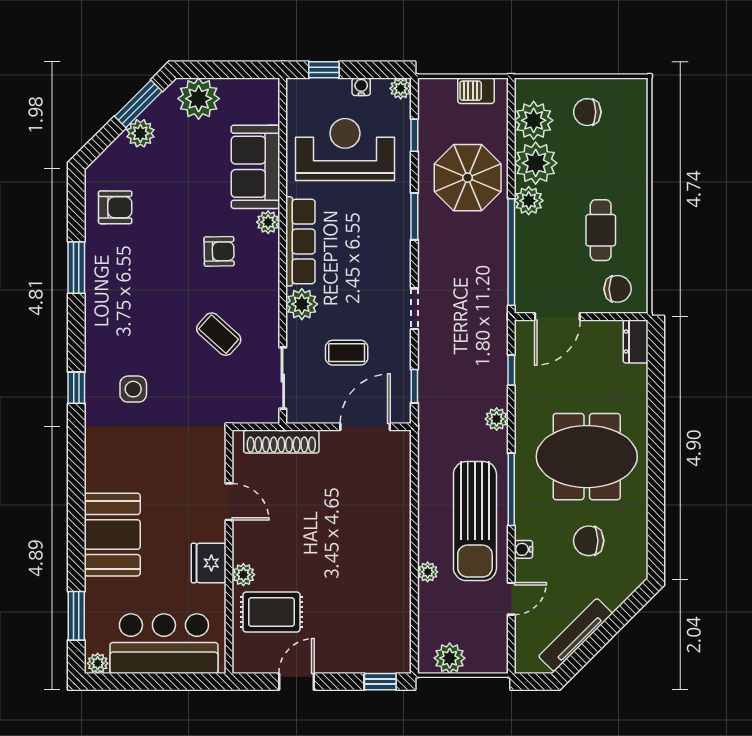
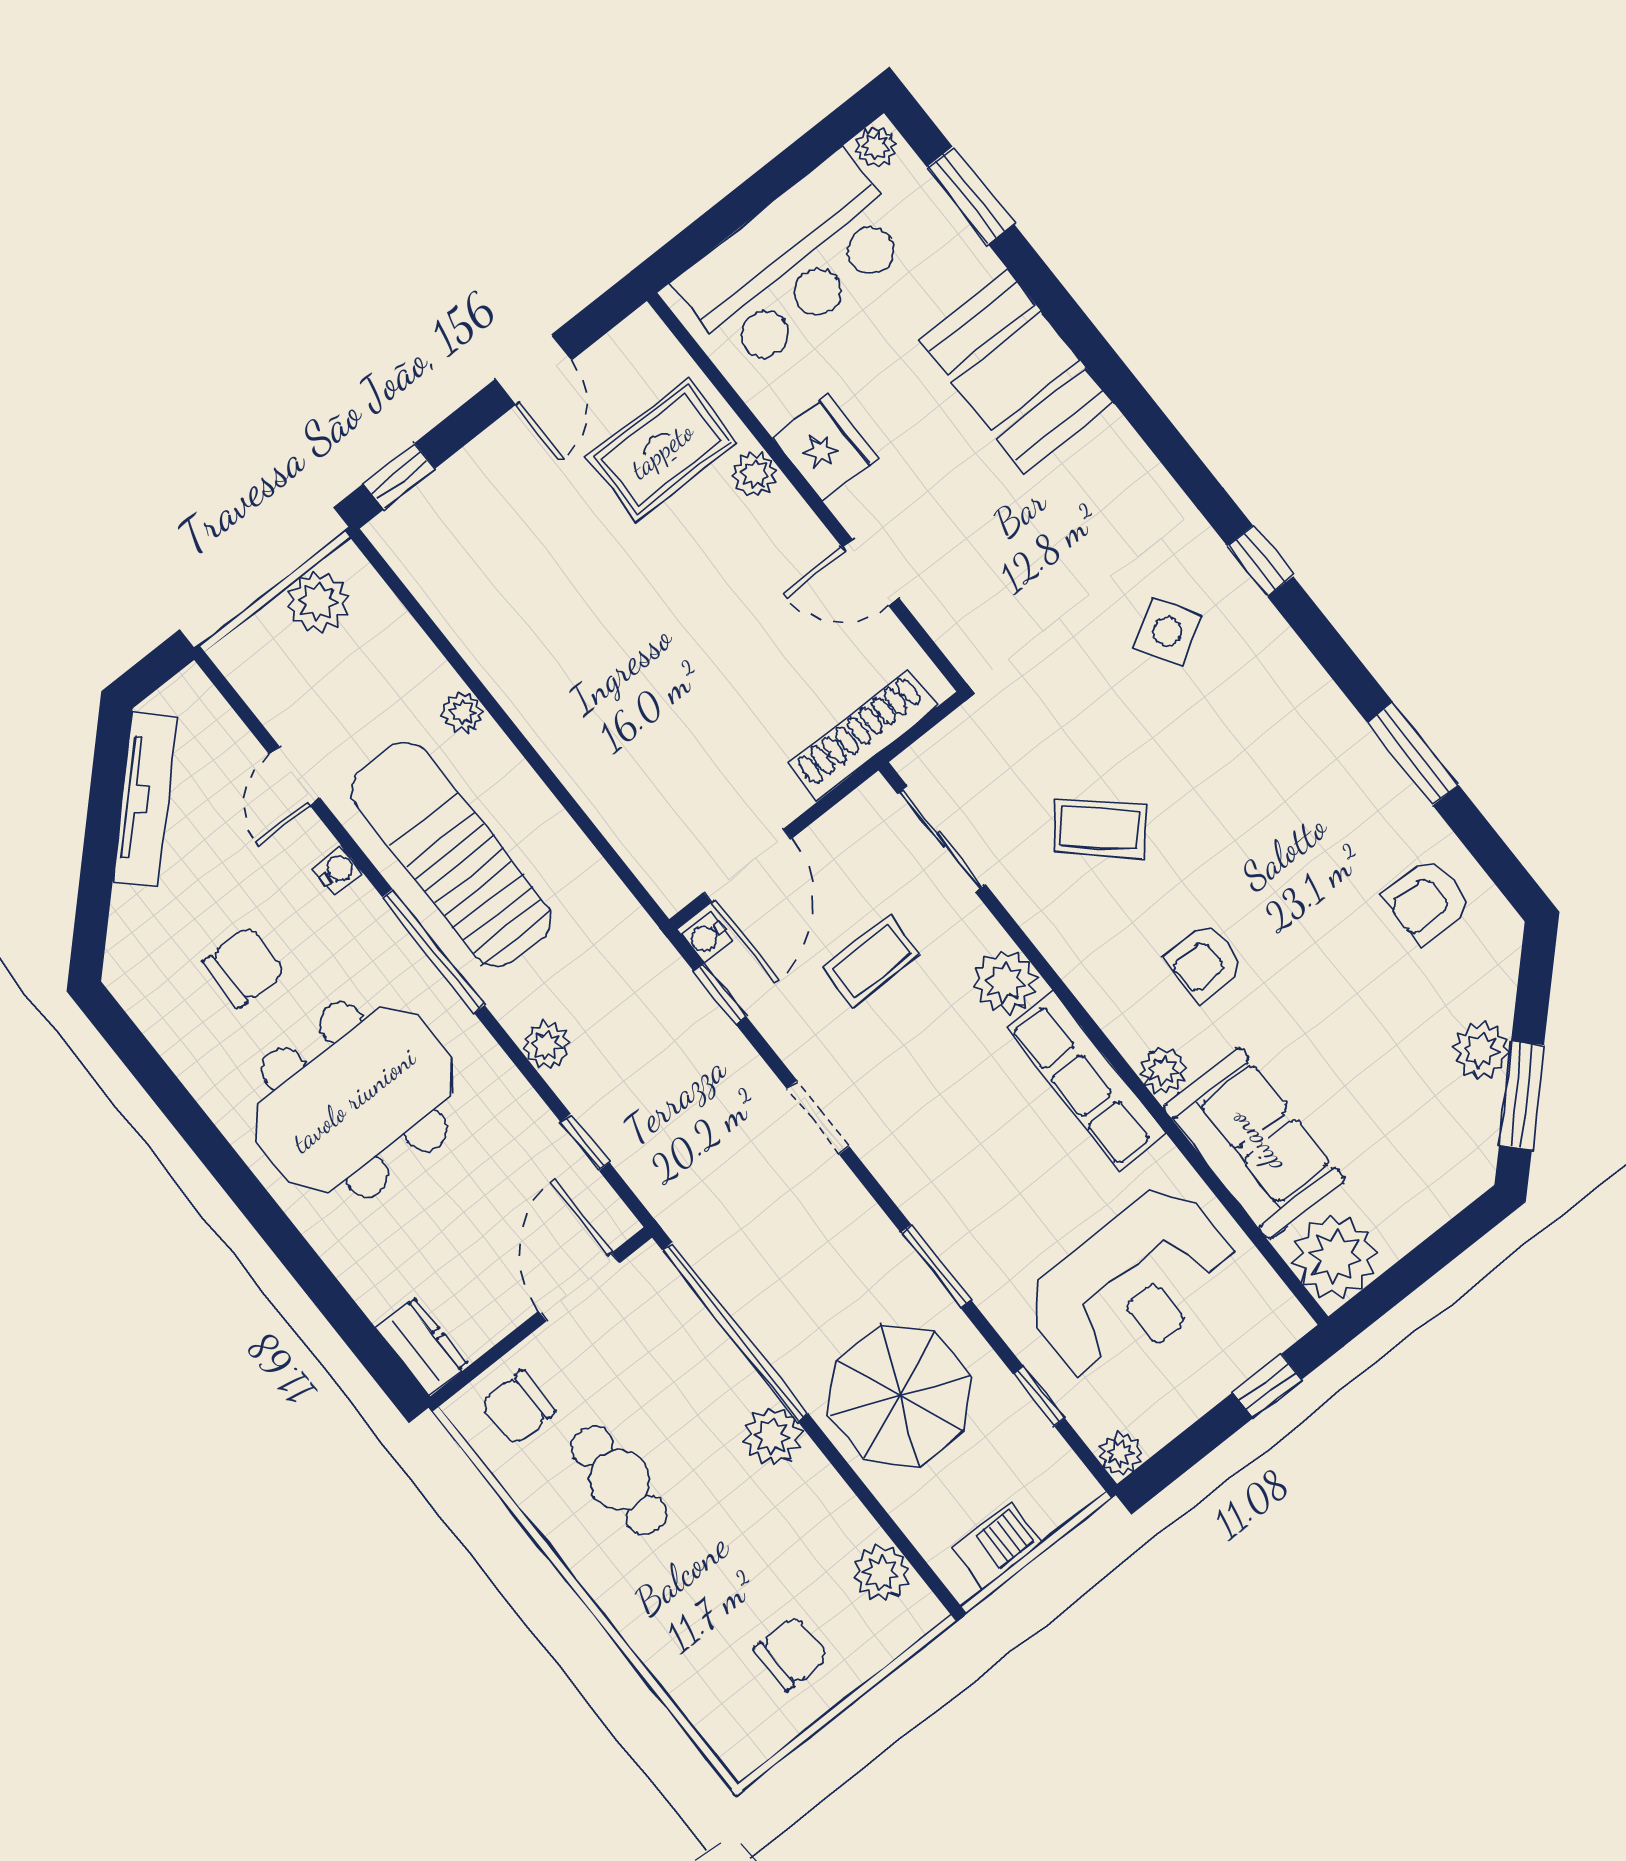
water cooler: (361, 87) -> (707, 937), moved, turned 90
plant: (199, 99) -> (1335, 1257), moved
plant: (534, 120) -> (881, 1573), width x0.73, depth x0.73
plant: (536, 163) -> (809, 1506), removed
side table: (133, 389) -> (1167, 631), turned -32

